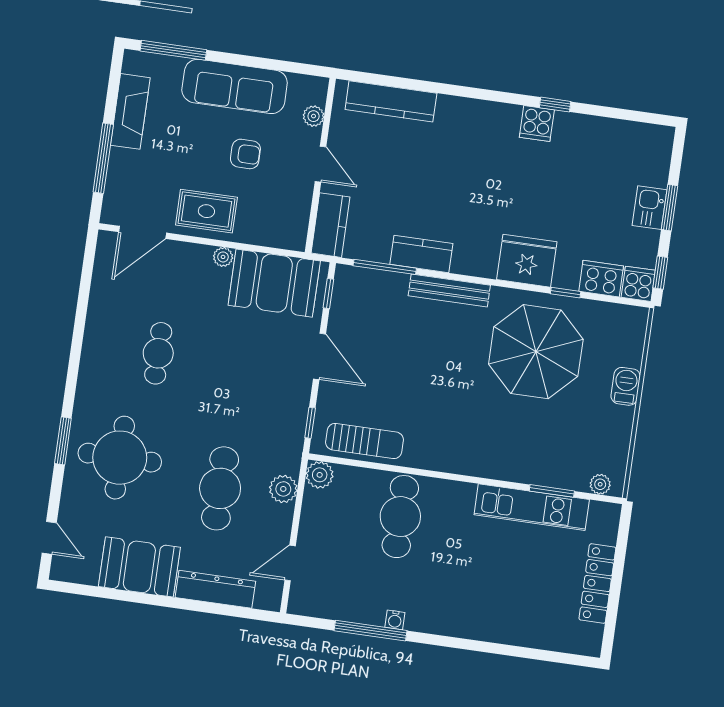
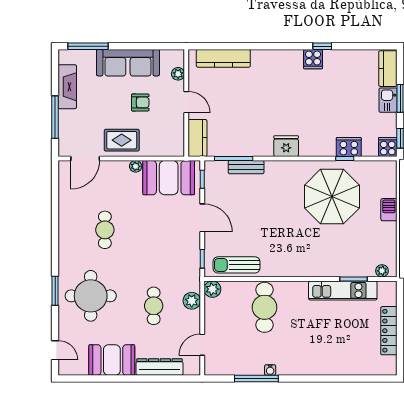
kitchen counter: (421, 254) -> (388, 69), moved, turned -90
fridge: (527, 261) -> (286, 146), moved, width x0.73, depth x0.75
cooker: (601, 279) -> (349, 147), moved
bench: (449, 291) -> (246, 167), moved, width x0.73
sun lounger: (364, 441) -> (236, 265), turned 180
cafe table: (220, 488) -> (154, 306), width x0.73, depth x0.74

